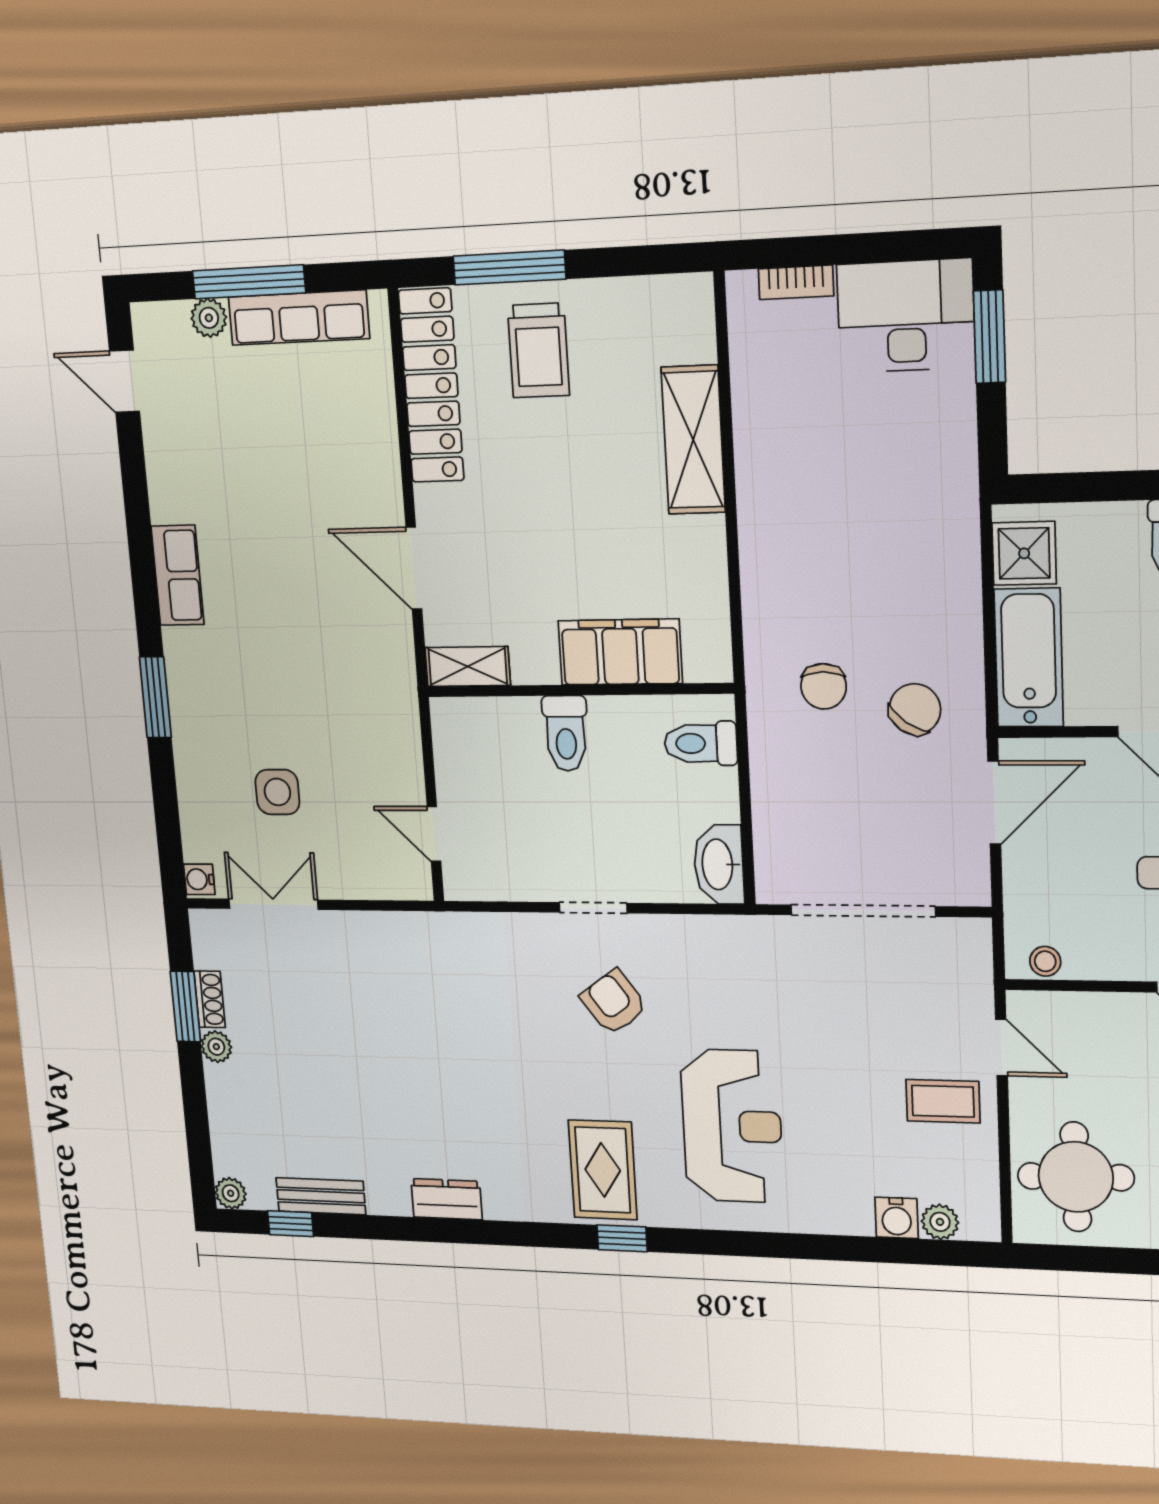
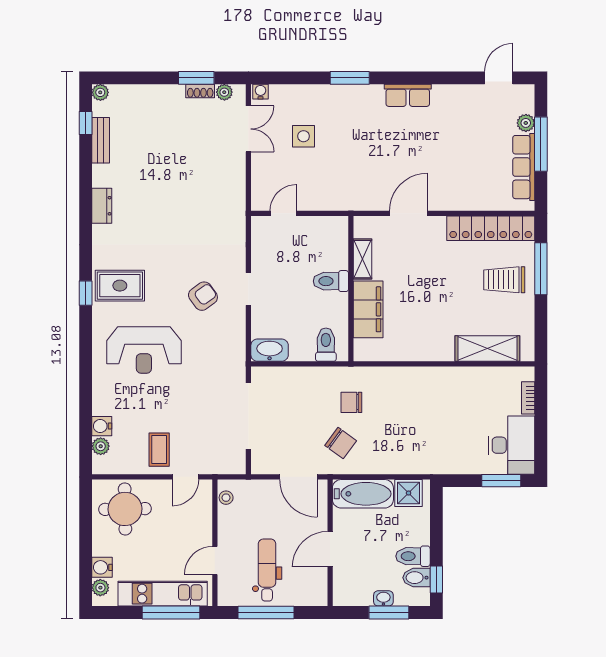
shelving: (693, 440) -> (487, 349), moved
shelving: (468, 667) -> (363, 259), moved
plant: (216, 1047) -> (224, 92), moved

